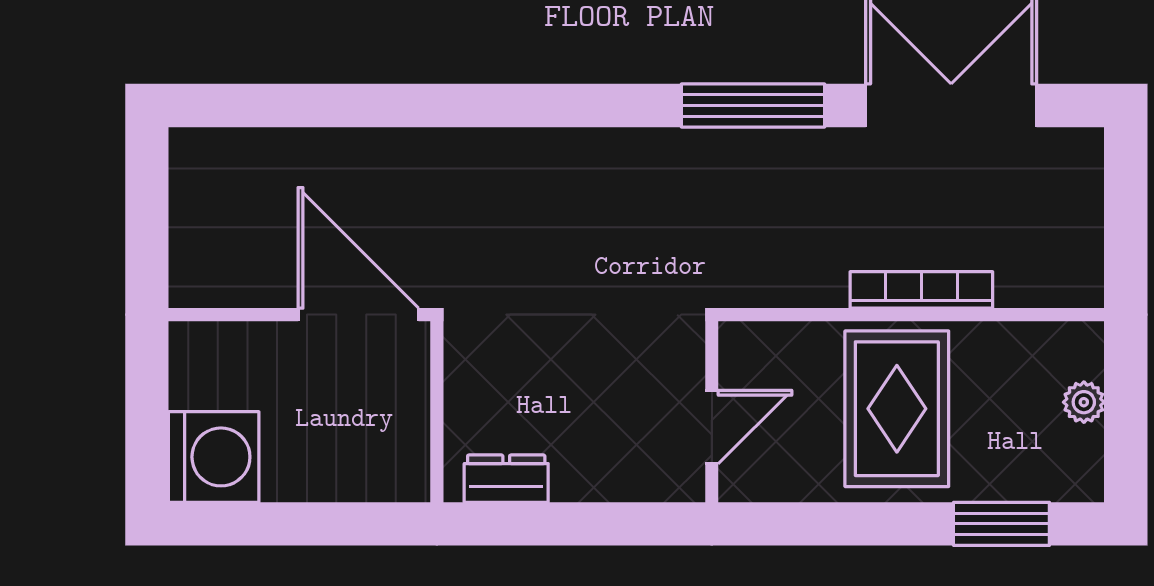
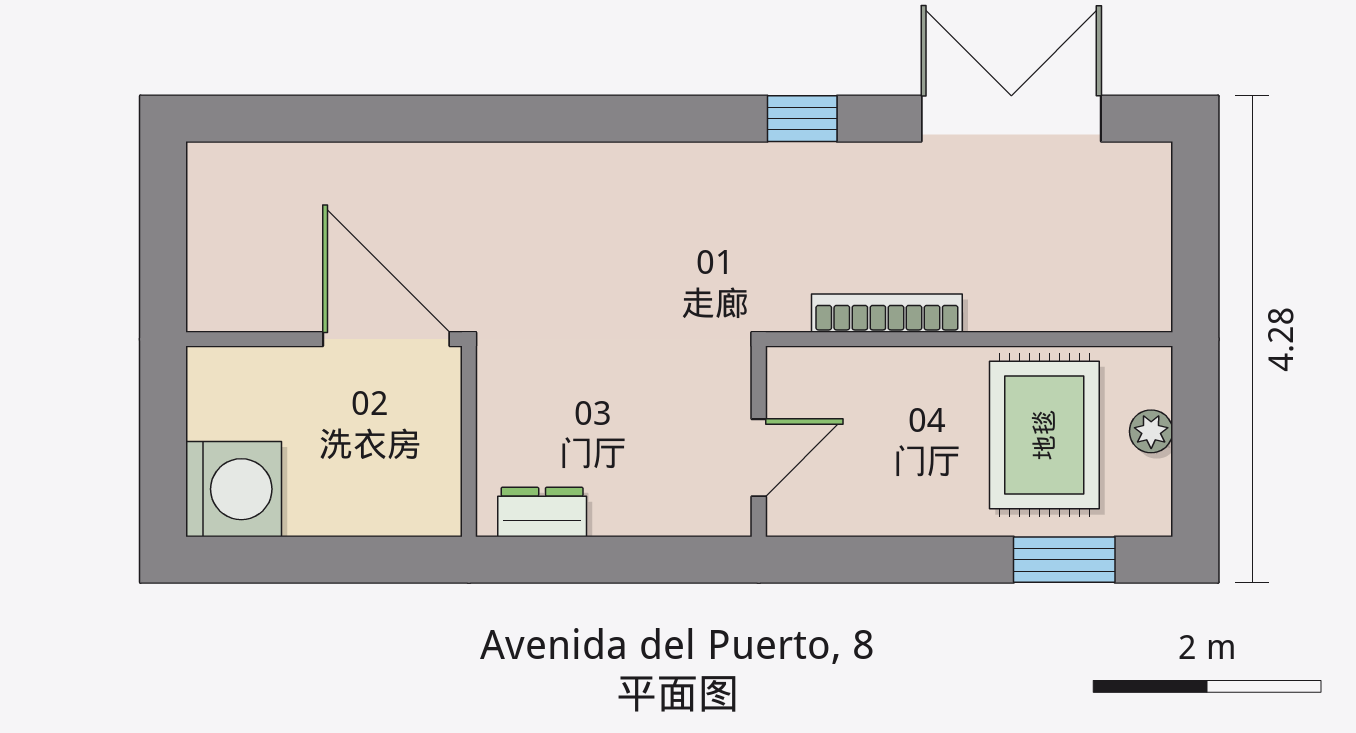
window: (753, 106) -> (802, 119), width x0.46
bookcase: (921, 290) -> (887, 313), moved
rug: (897, 409) -> (1044, 435), moved

